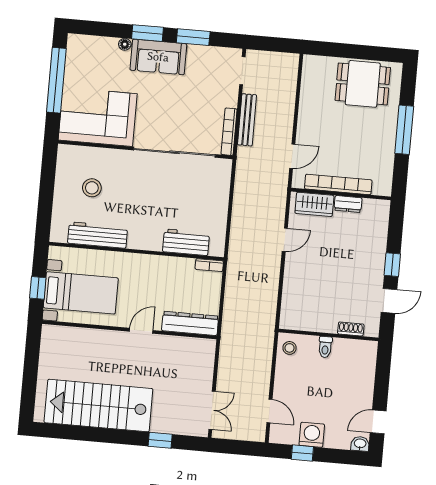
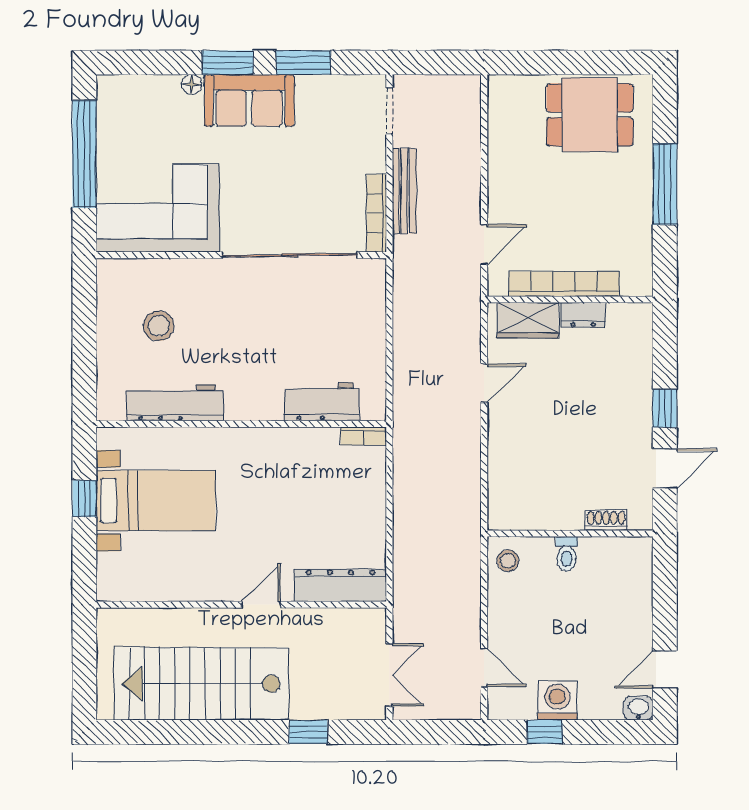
dresser: (190, 323) -> (341, 585), moved
wall: (129, 330) -> (241, 605), moved
door: (141, 331) -> (261, 605), moved

